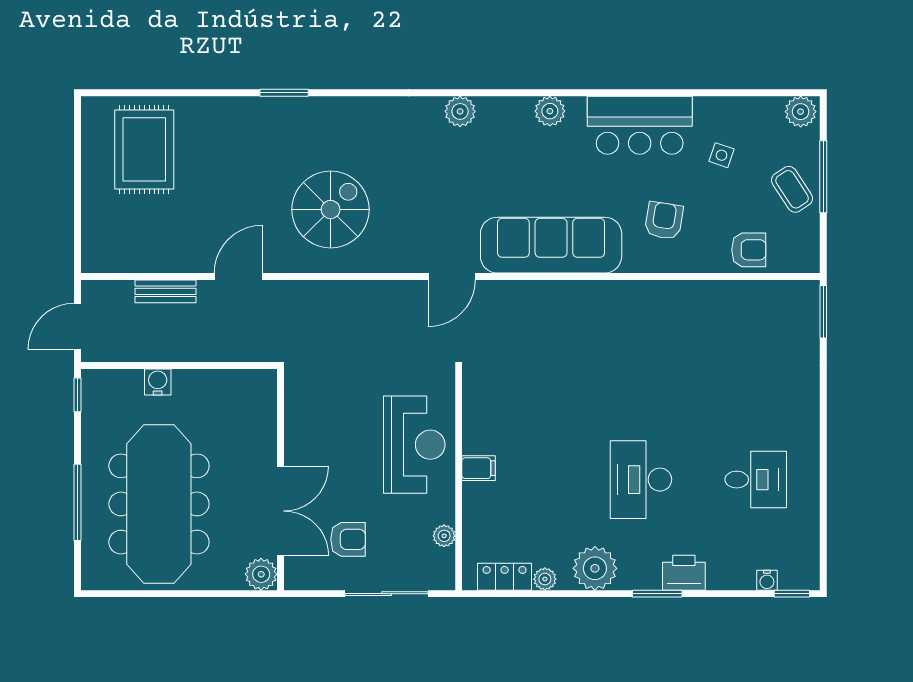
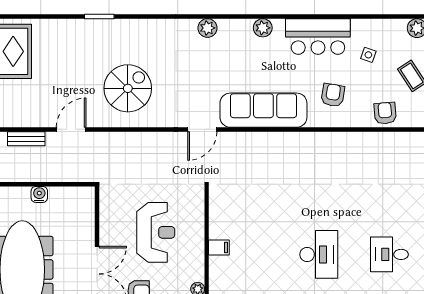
armchair: (749, 250) -> (385, 113), turned -95
water cooler: (158, 382) -> (39, 194), moved
reception desk: (414, 445) -> (156, 232), moved
desk: (641, 480) -> (319, 254), turned 180
desk: (756, 480) -> (389, 254), turned 180

